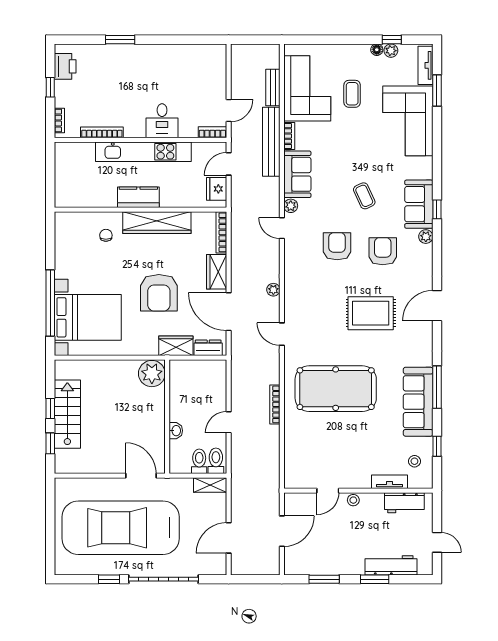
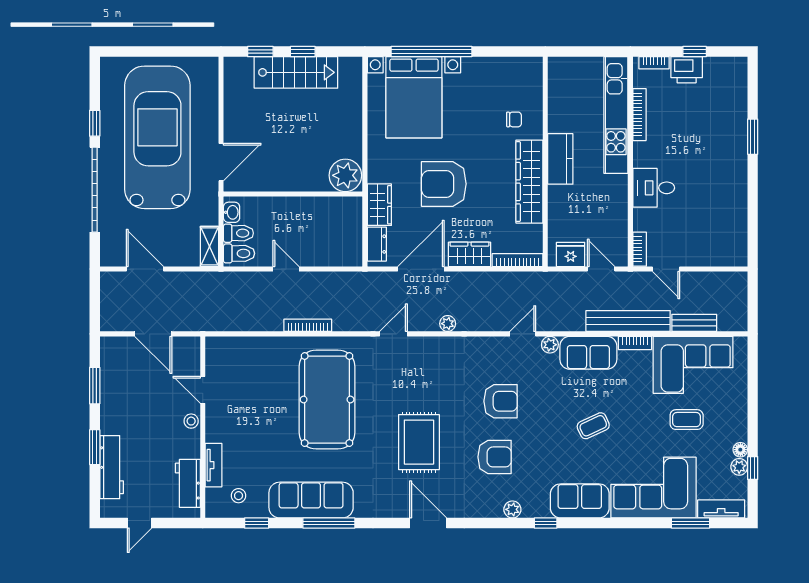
printer: (65, 66) -> (687, 70), moved
kitchen unit: (143, 152) -> (616, 115), moved
coffee table: (364, 196) -> (593, 426), moved
sofa: (419, 204) -> (580, 501), moved
washbasin: (176, 431) -> (232, 212), moved, turned -90

